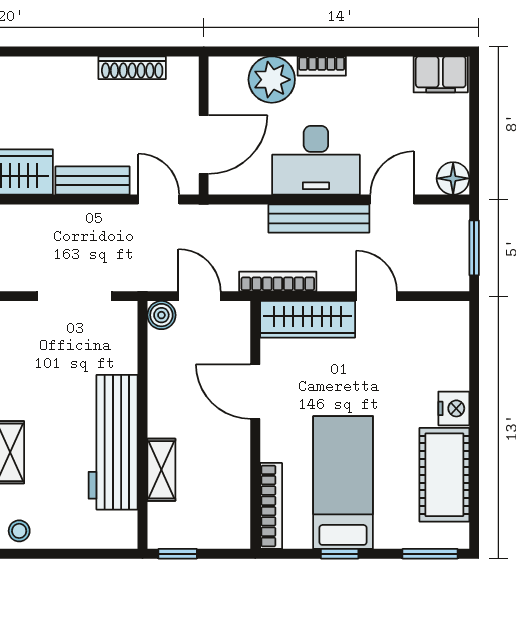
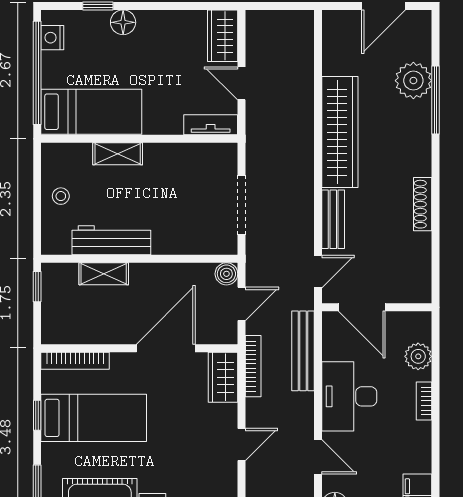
shoe rack: (132, 68) -> (423, 204), moved
plant: (272, 80) -> (418, 356), width x0.73, depth x0.73
bench: (319, 219) -> (303, 351), moved
wardrobe: (308, 319) -> (223, 377), width x0.67
door: (255, 392) -> (166, 348), width x1.36
workbench: (113, 442) -> (111, 240), width x0.73, depth x0.76
stool: (19, 531) -> (61, 196), moved

